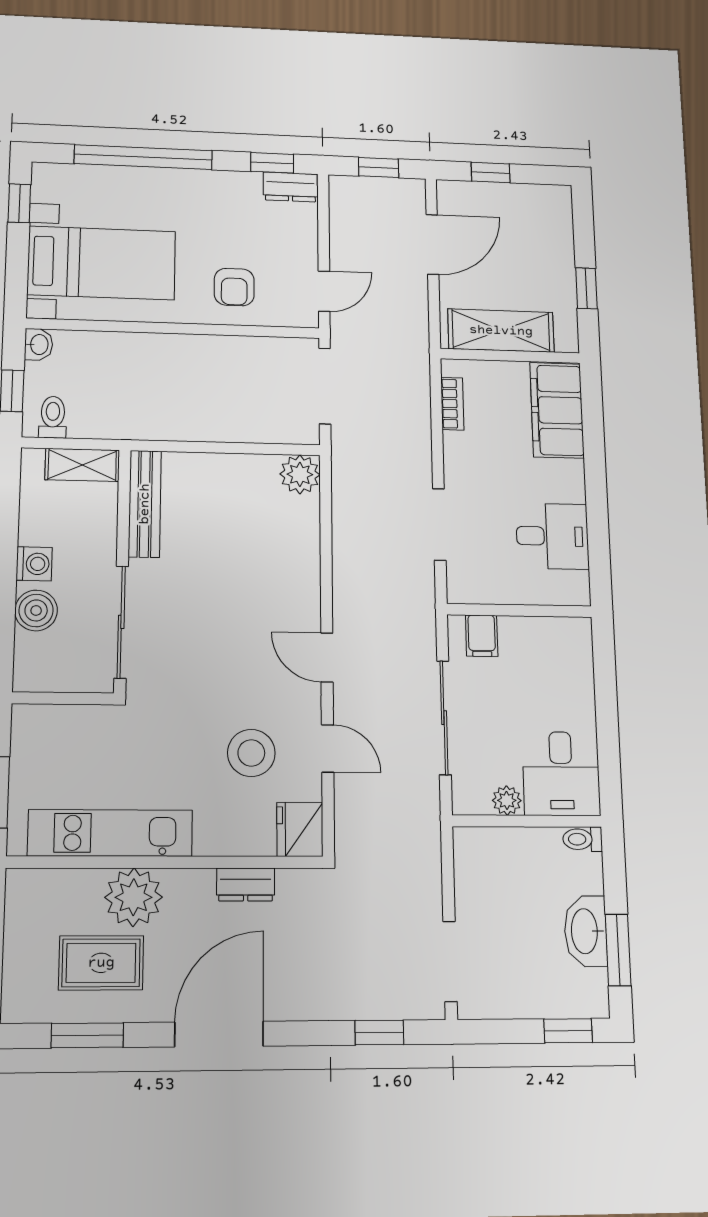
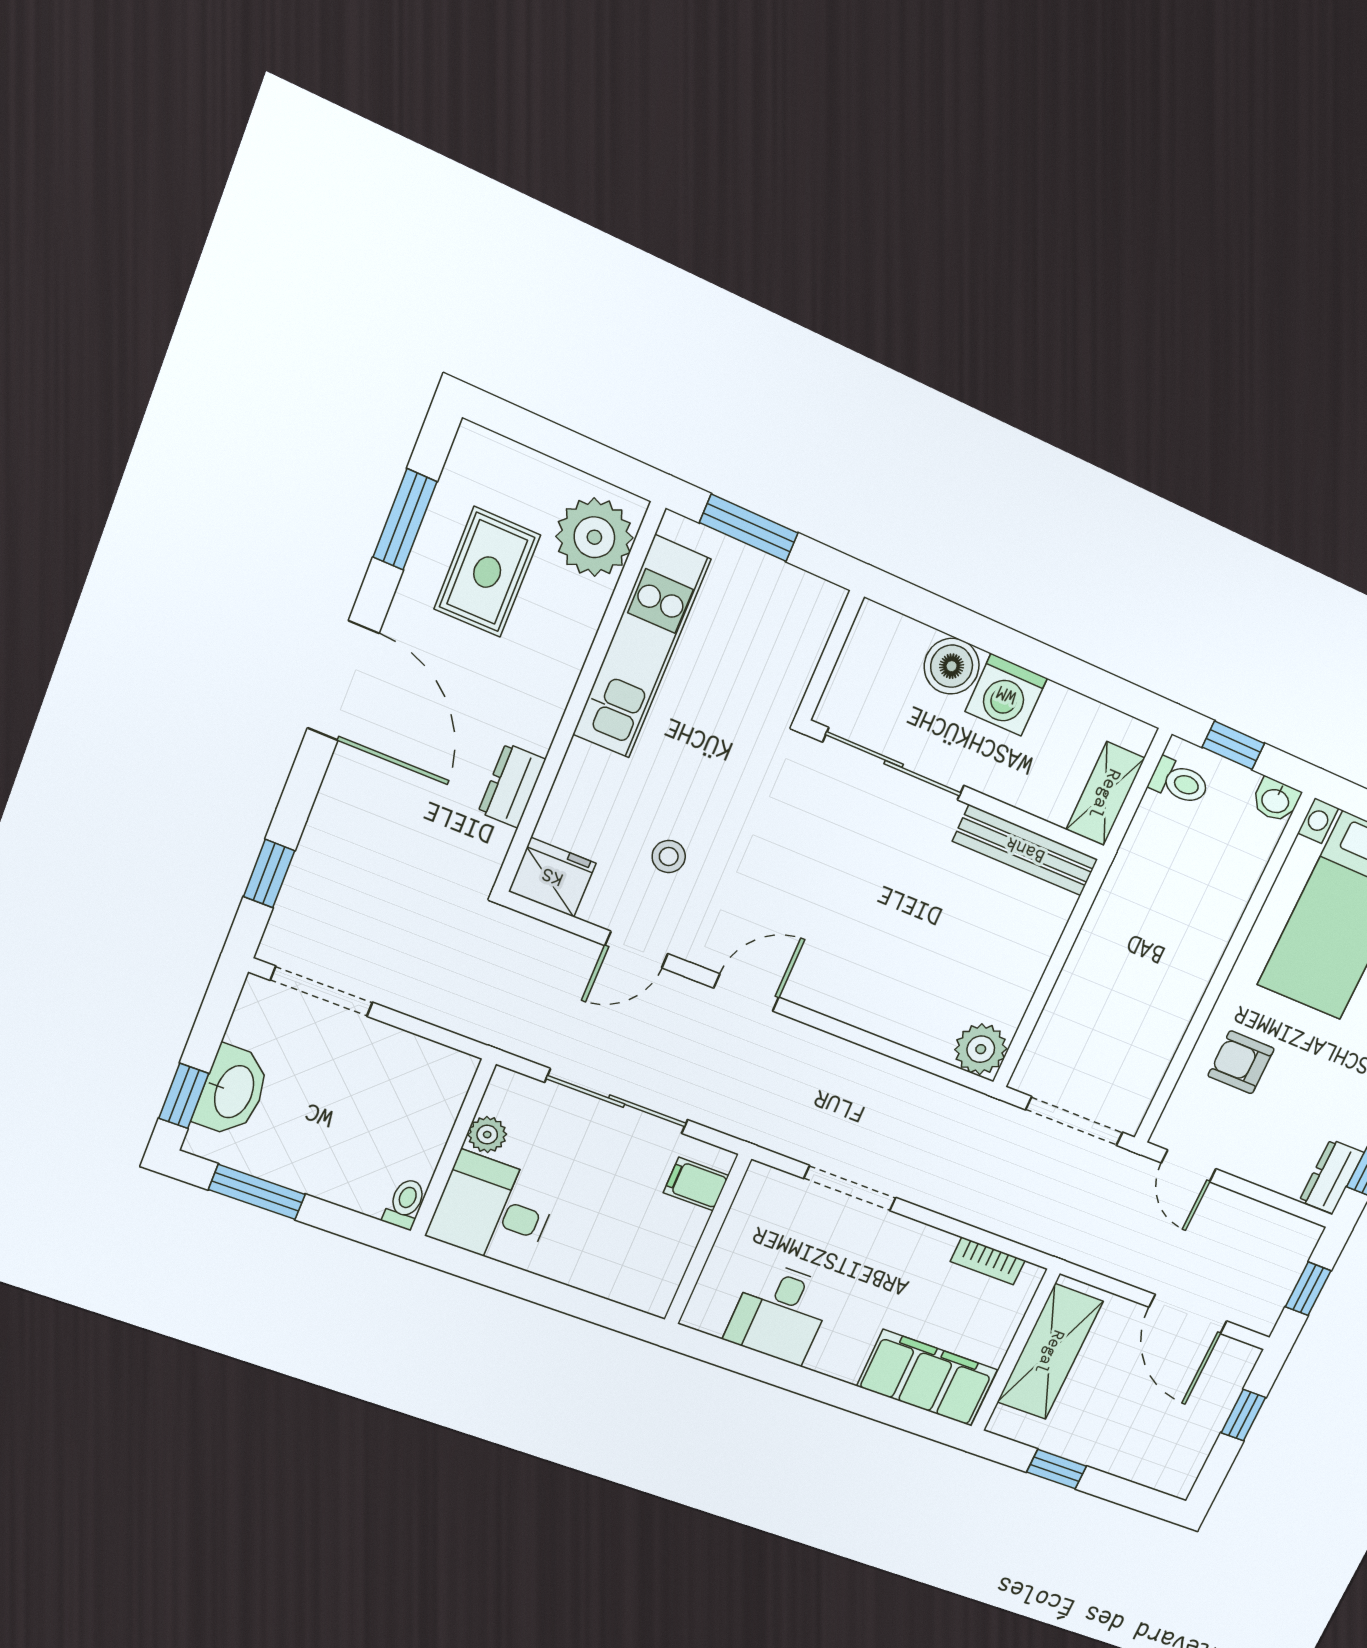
washing machine: (34, 564) -> (1006, 695), width x1.38, depth x1.38
stool: (251, 753) -> (669, 856), width x0.53, depth x0.53
plant: (134, 897) -> (594, 537), moved
washbasin: (586, 931) -> (232, 1091), moved, turned 90

